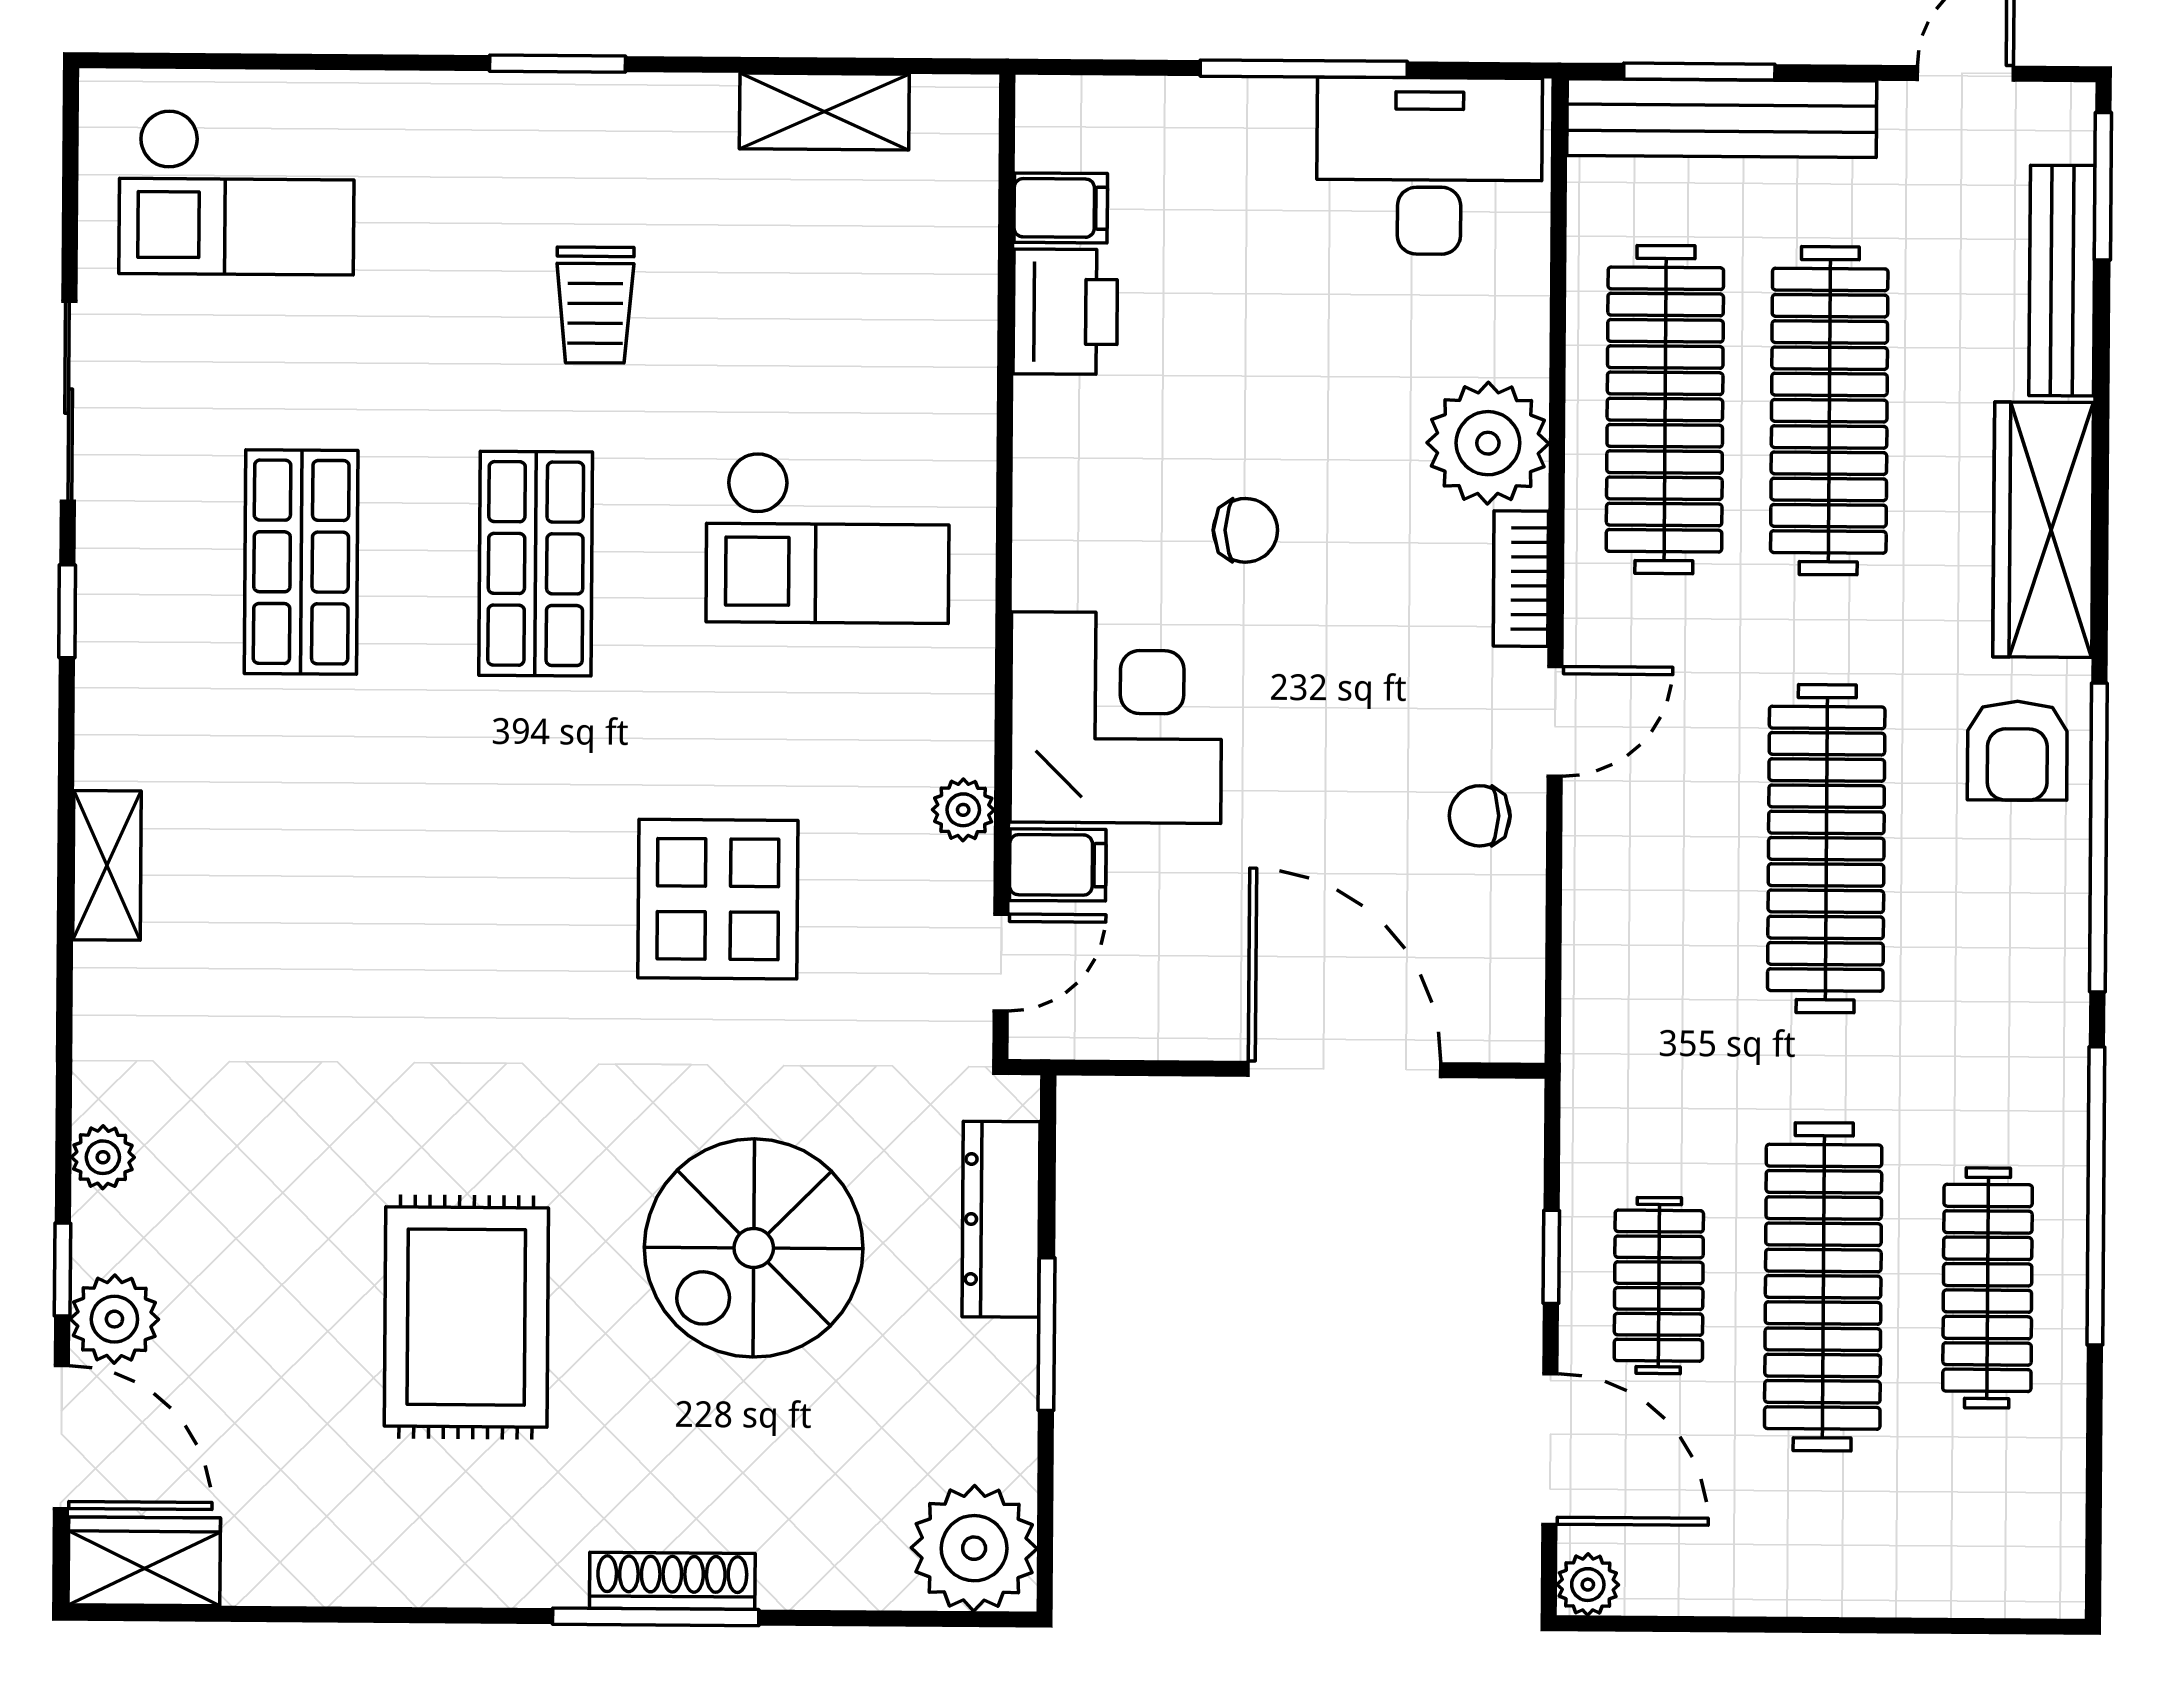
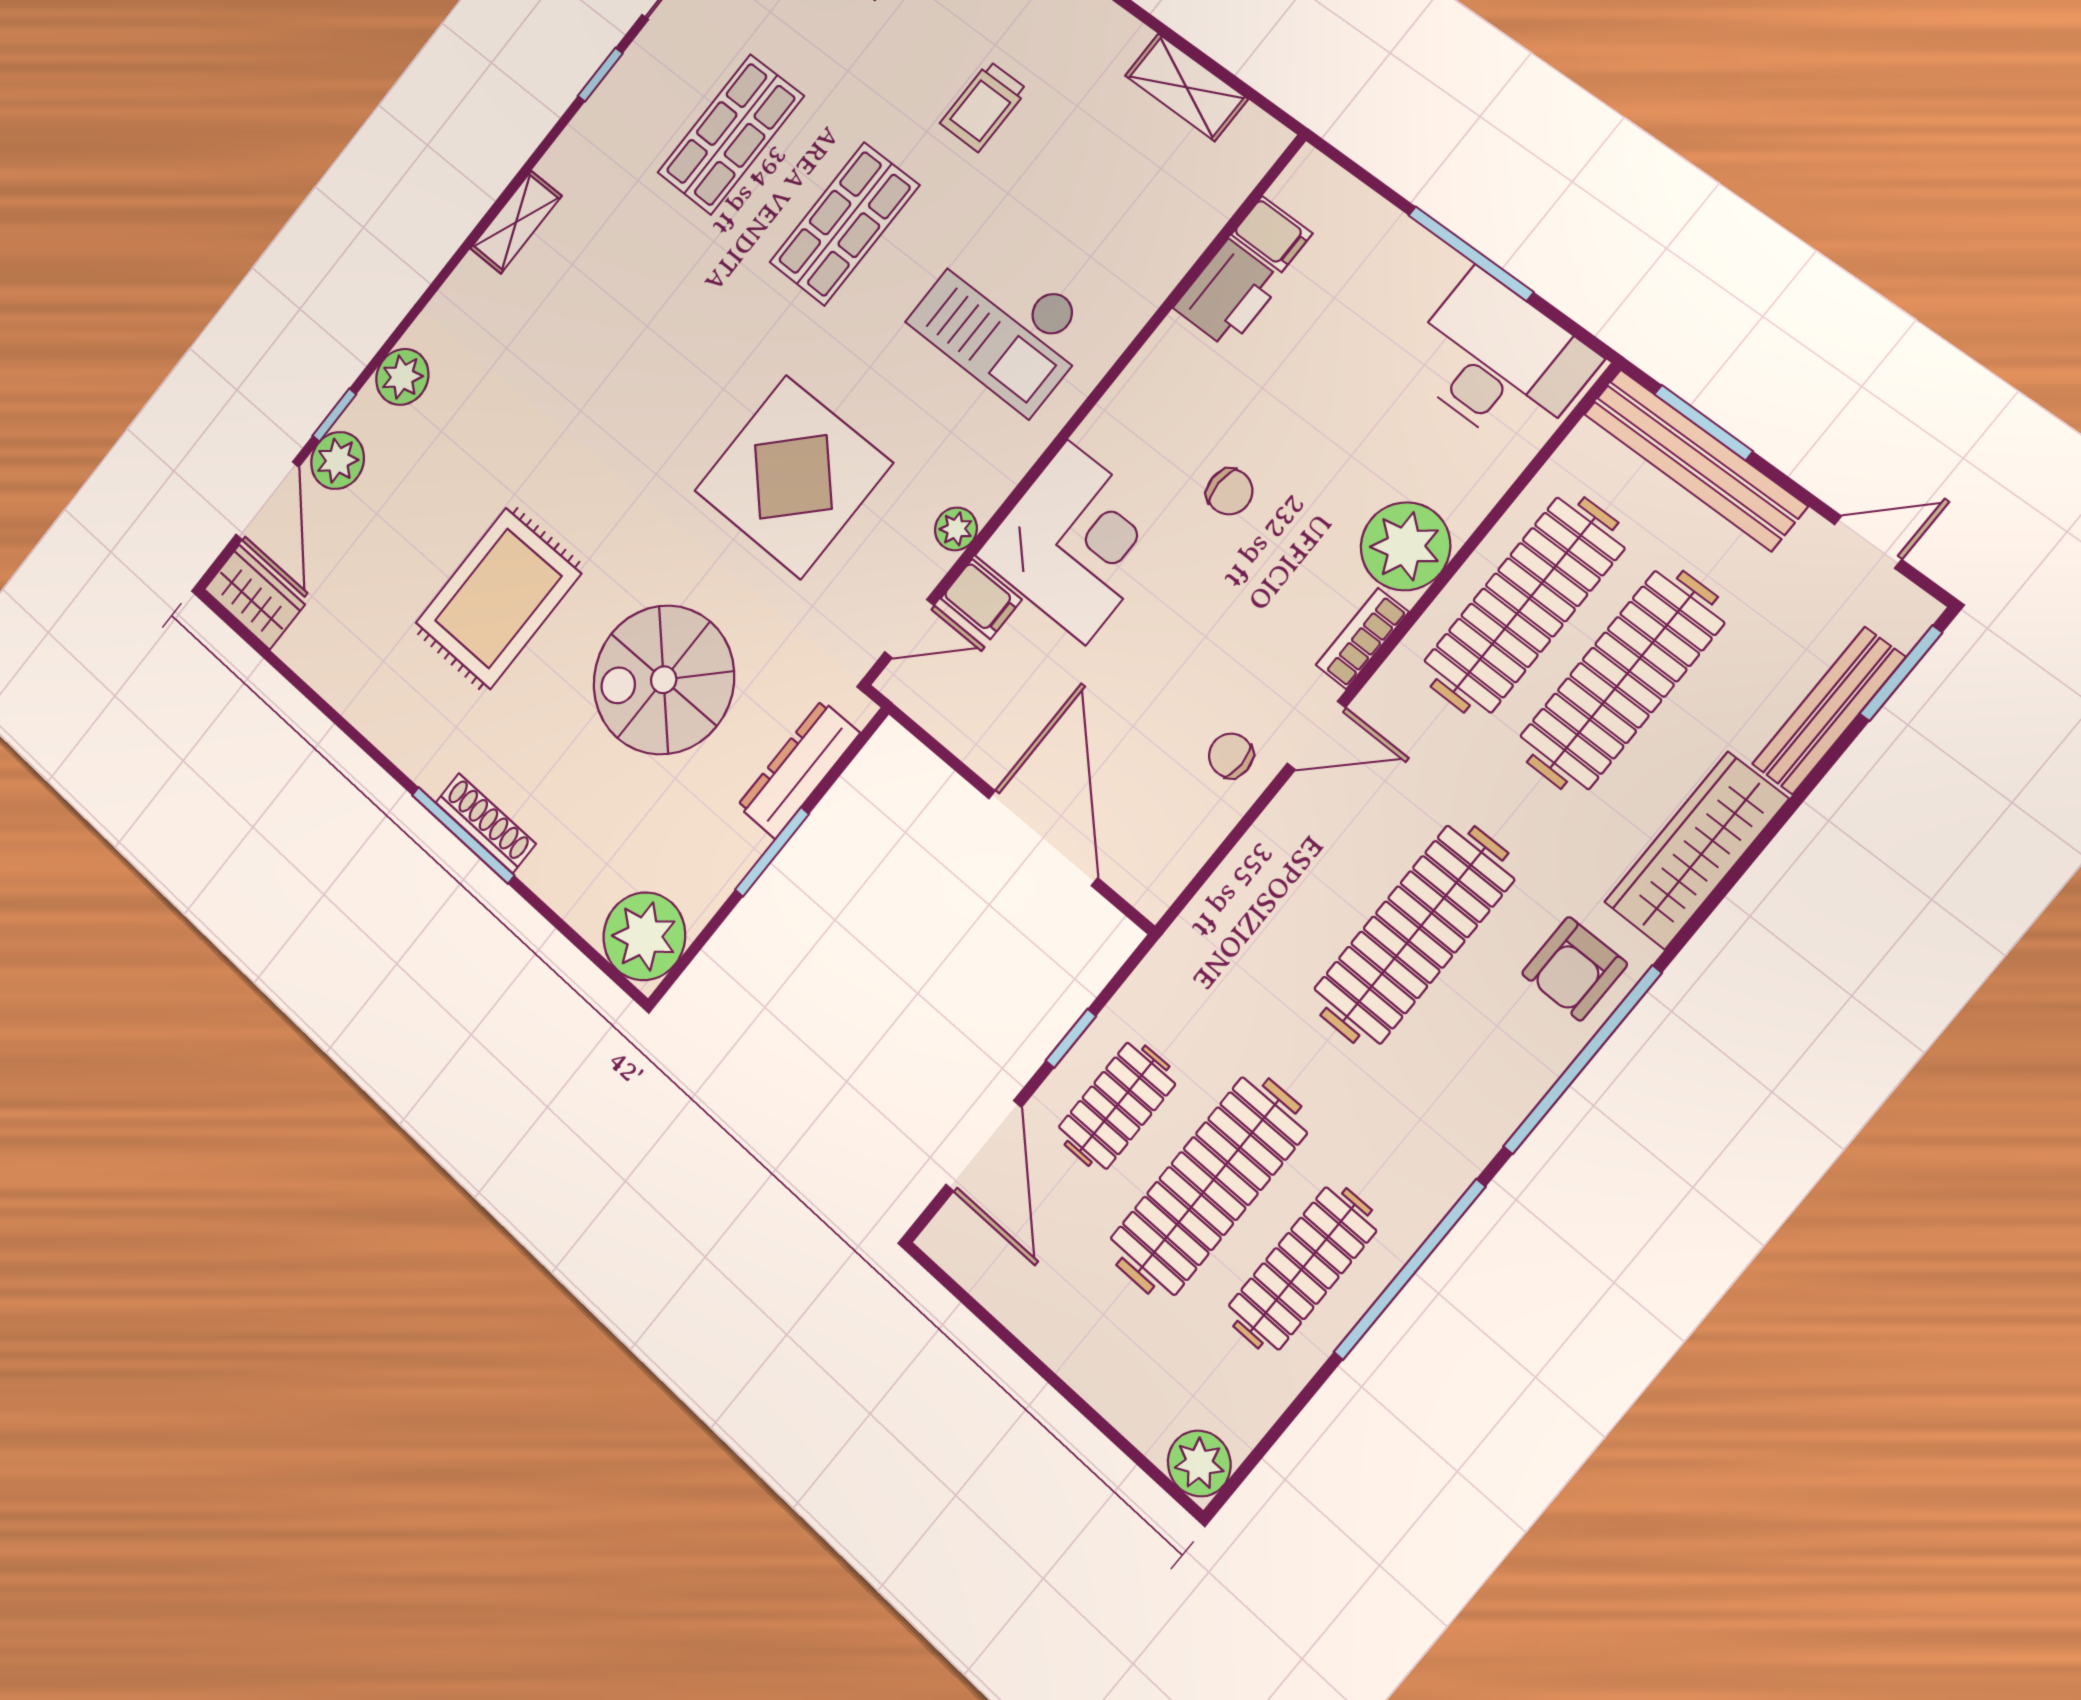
display table: (718, 899) -> (793, 477), width x1.36, depth x1.36
plant: (103, 1157) -> (402, 377), width x1.38, depth x1.38
plant: (1588, 1585) -> (1199, 1463), moved, width x1.38, depth x1.38

